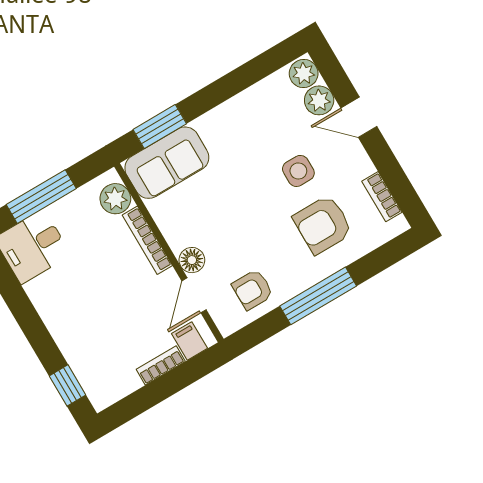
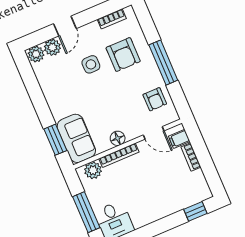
floor lamp: (192, 260) -> (118, 138), moved

